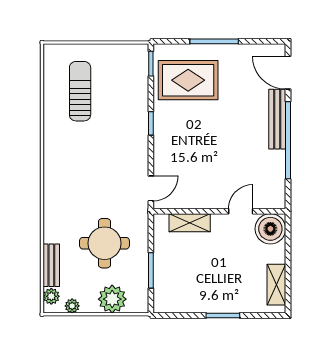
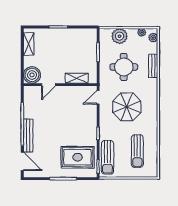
sun lounger: (134, 80) -> (108, 157), added
parasol: (99, 171) -> (127, 107), added
bench: (51, 265) -> (153, 66), moved

